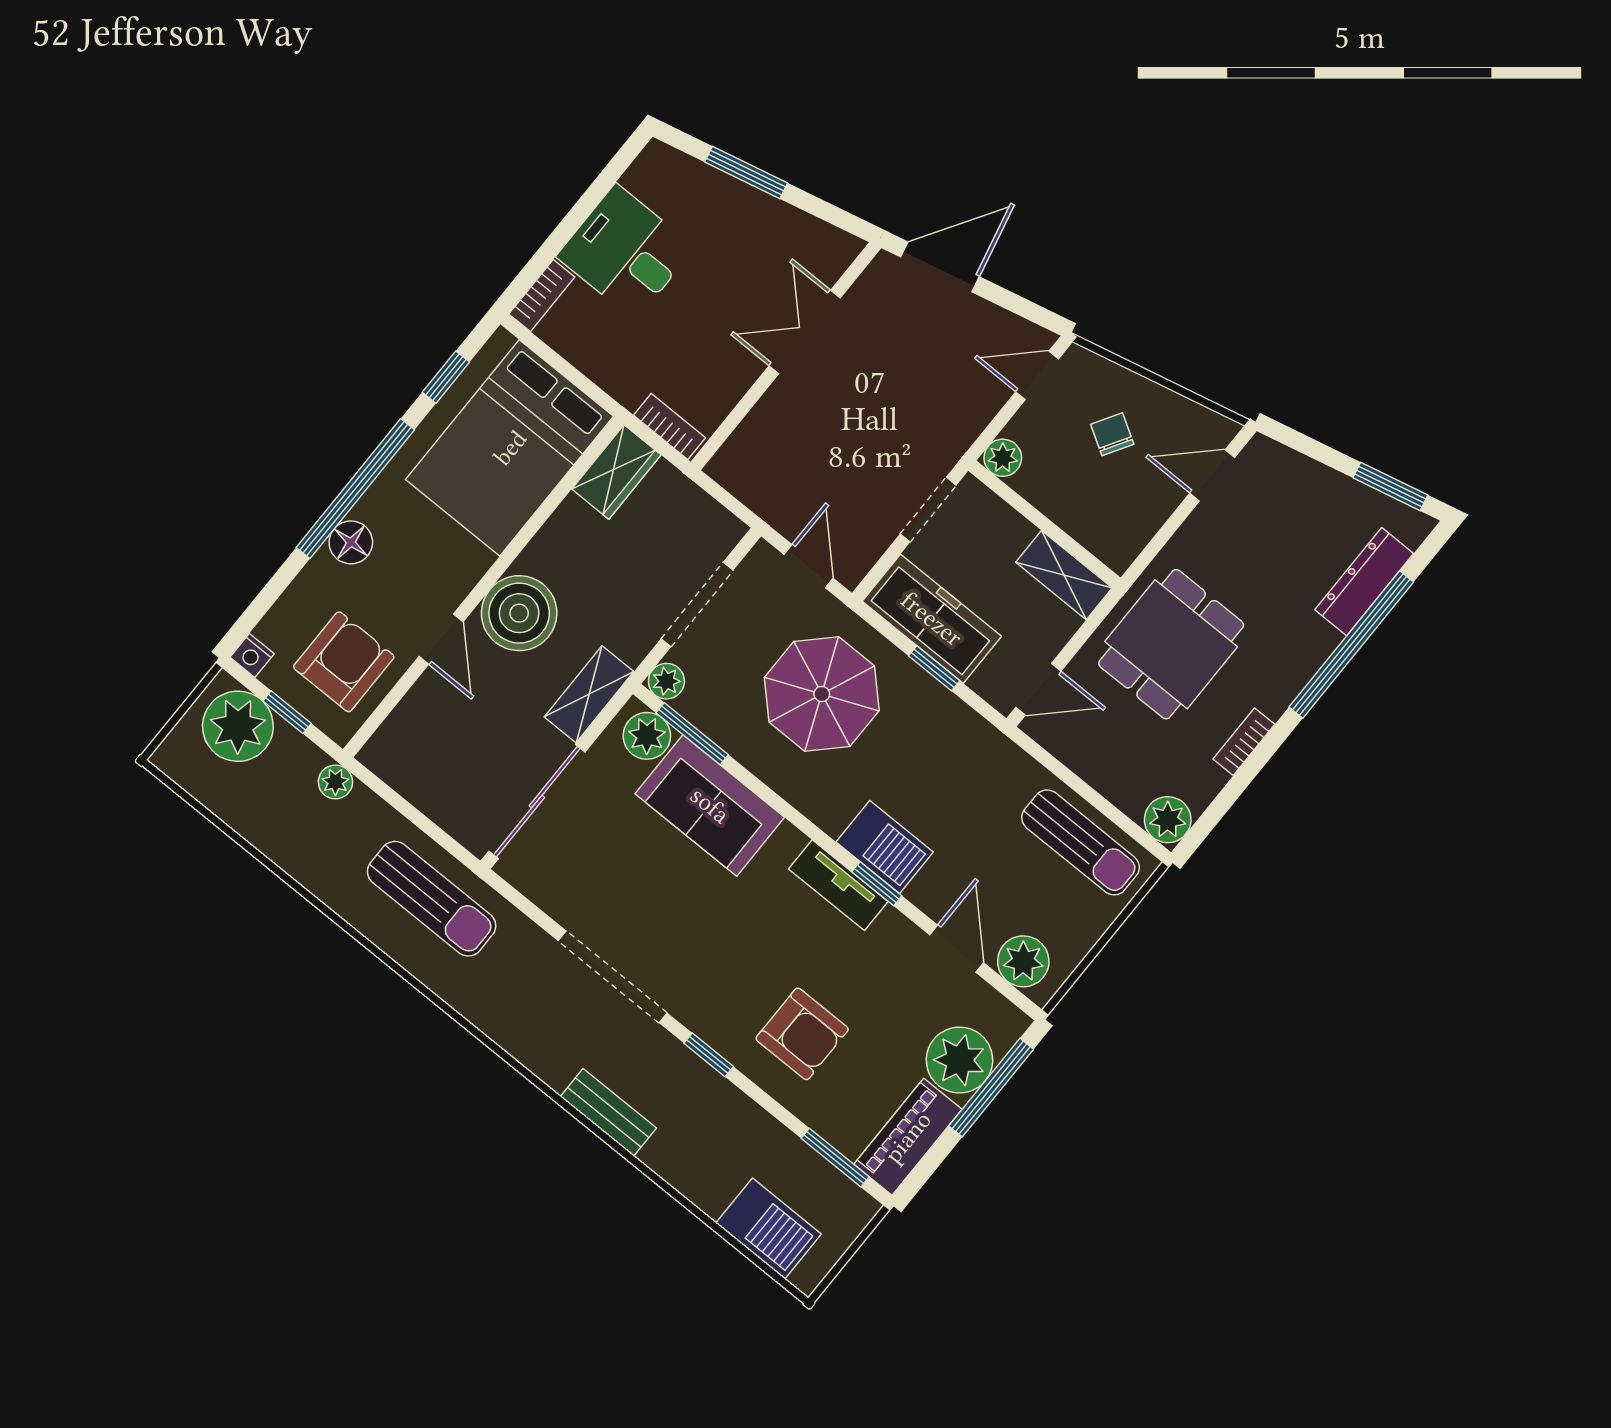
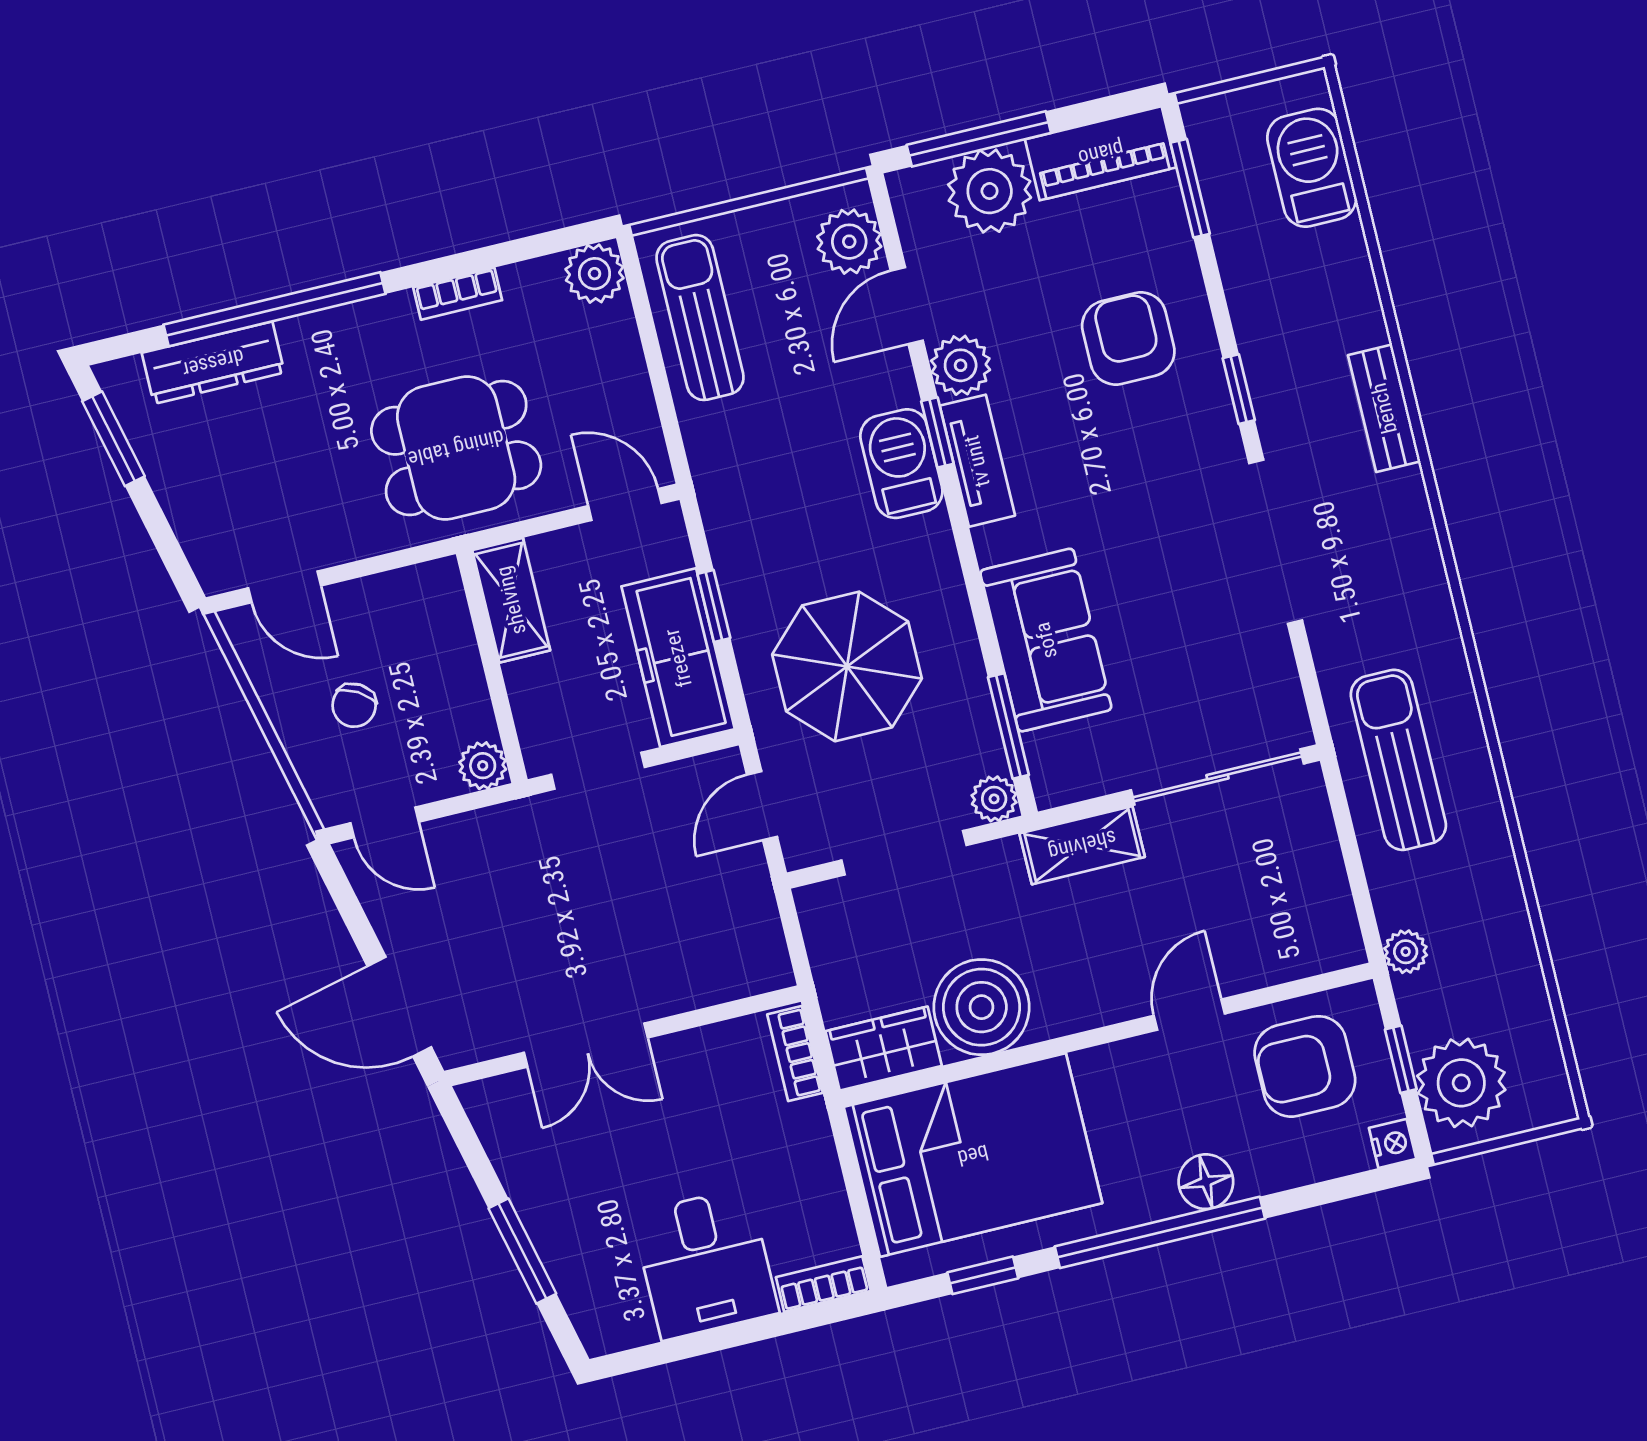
boiler: (519, 613) -> (982, 1007), moved
plant: (647, 736) -> (961, 365), moved

